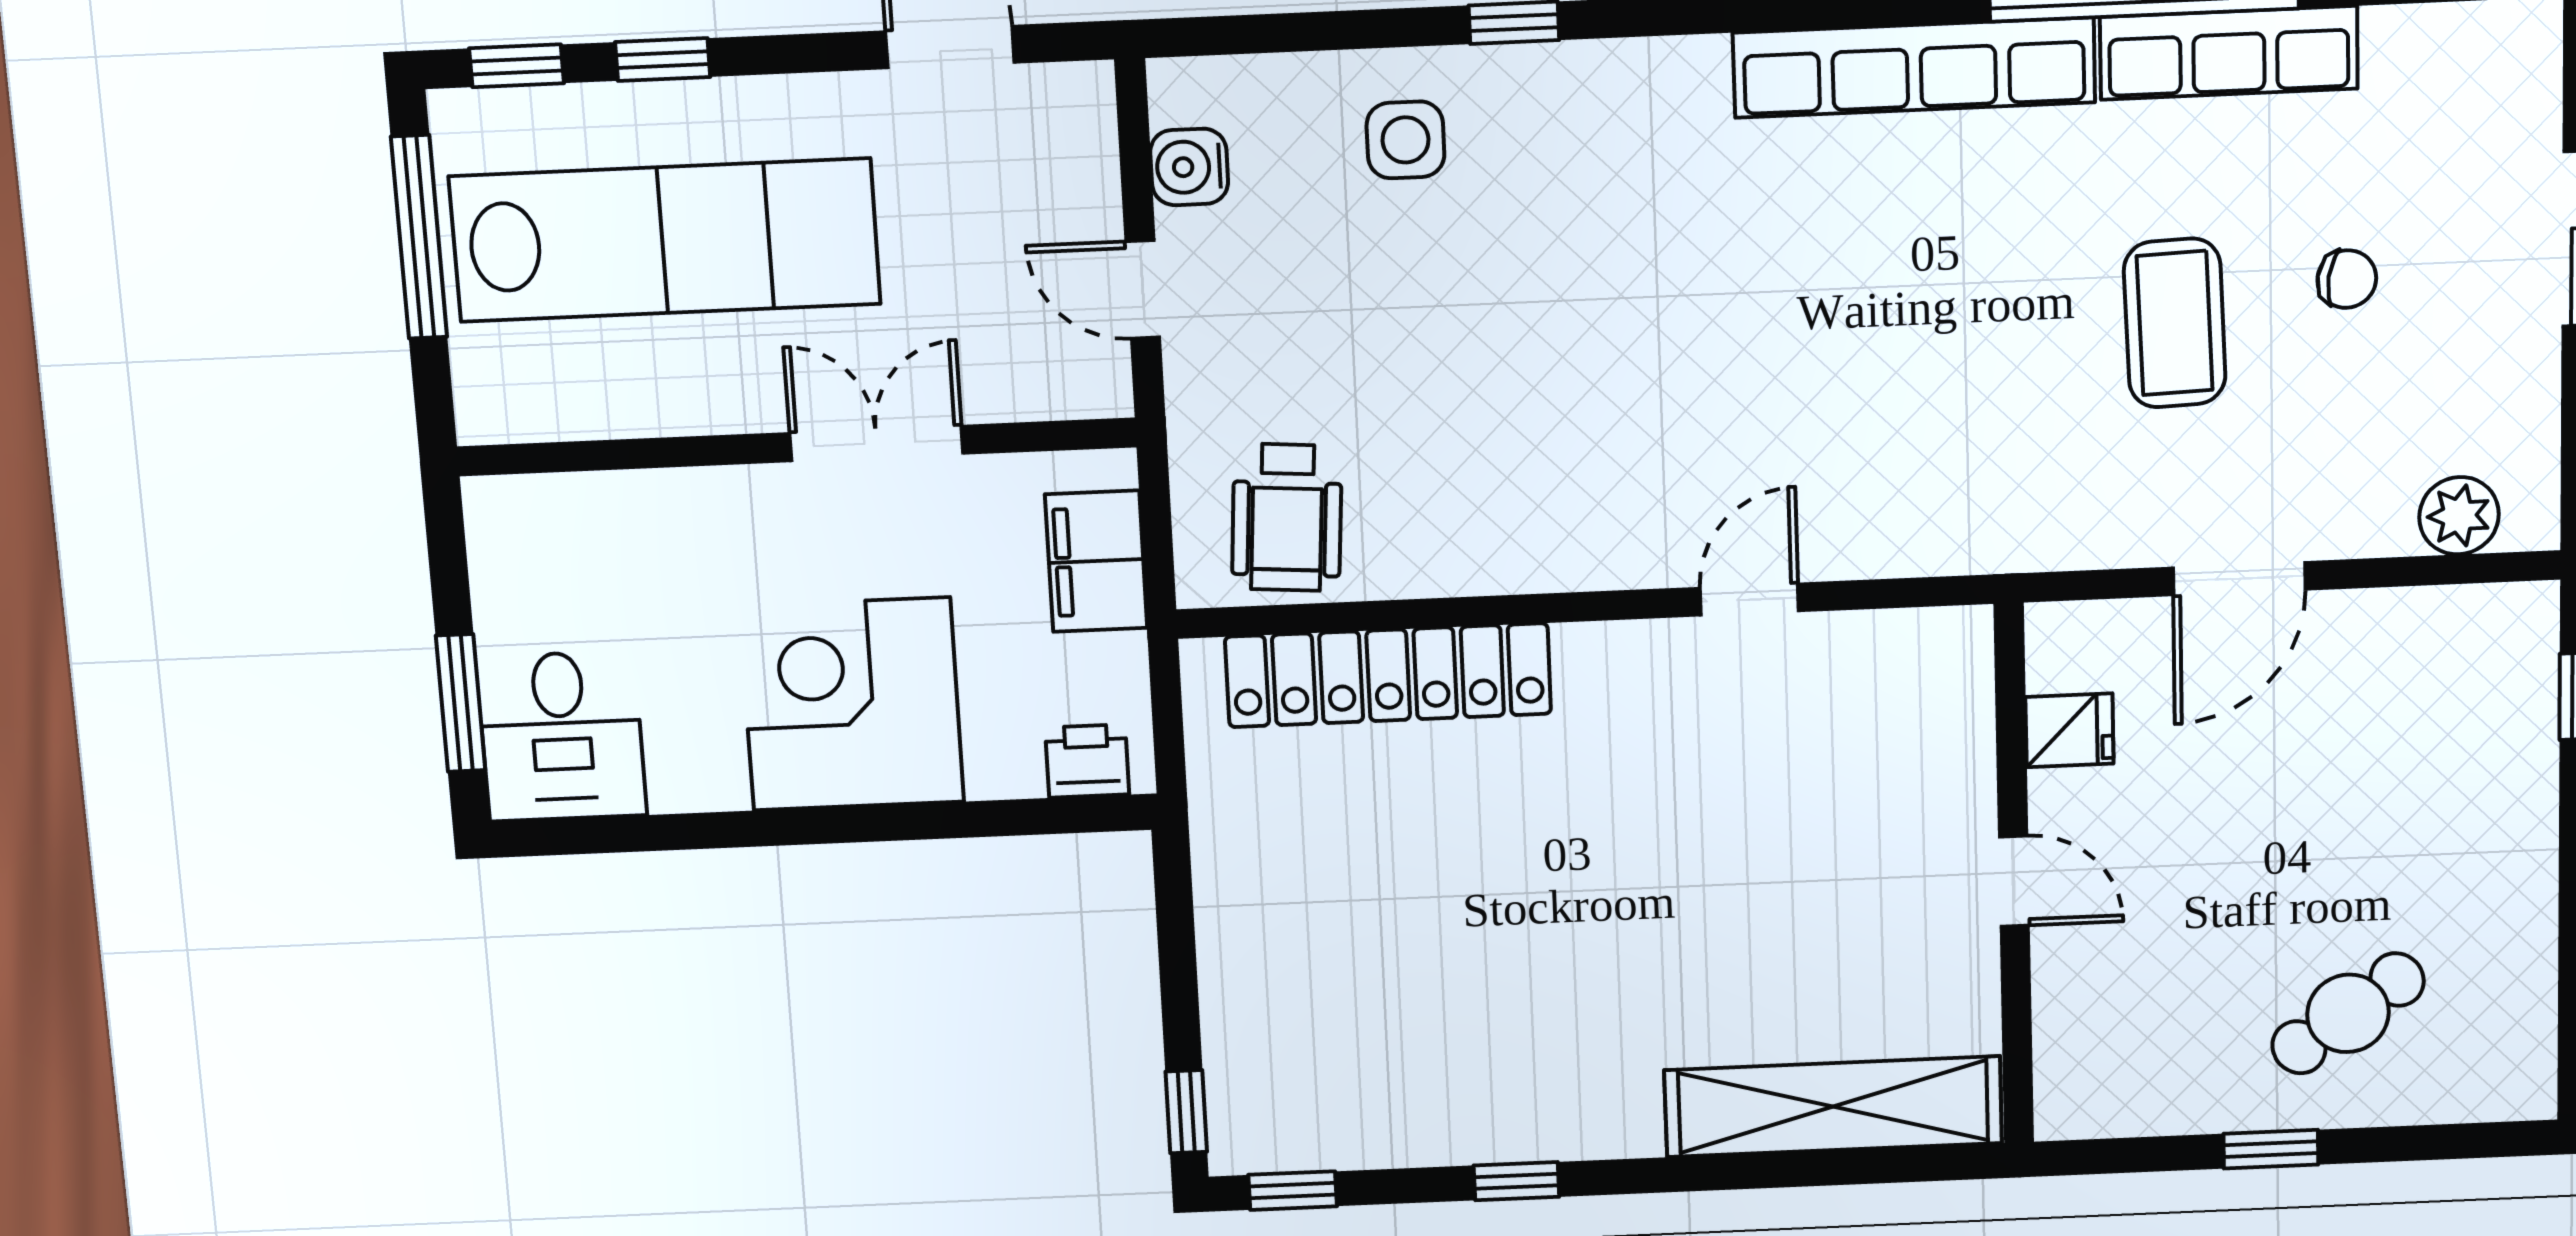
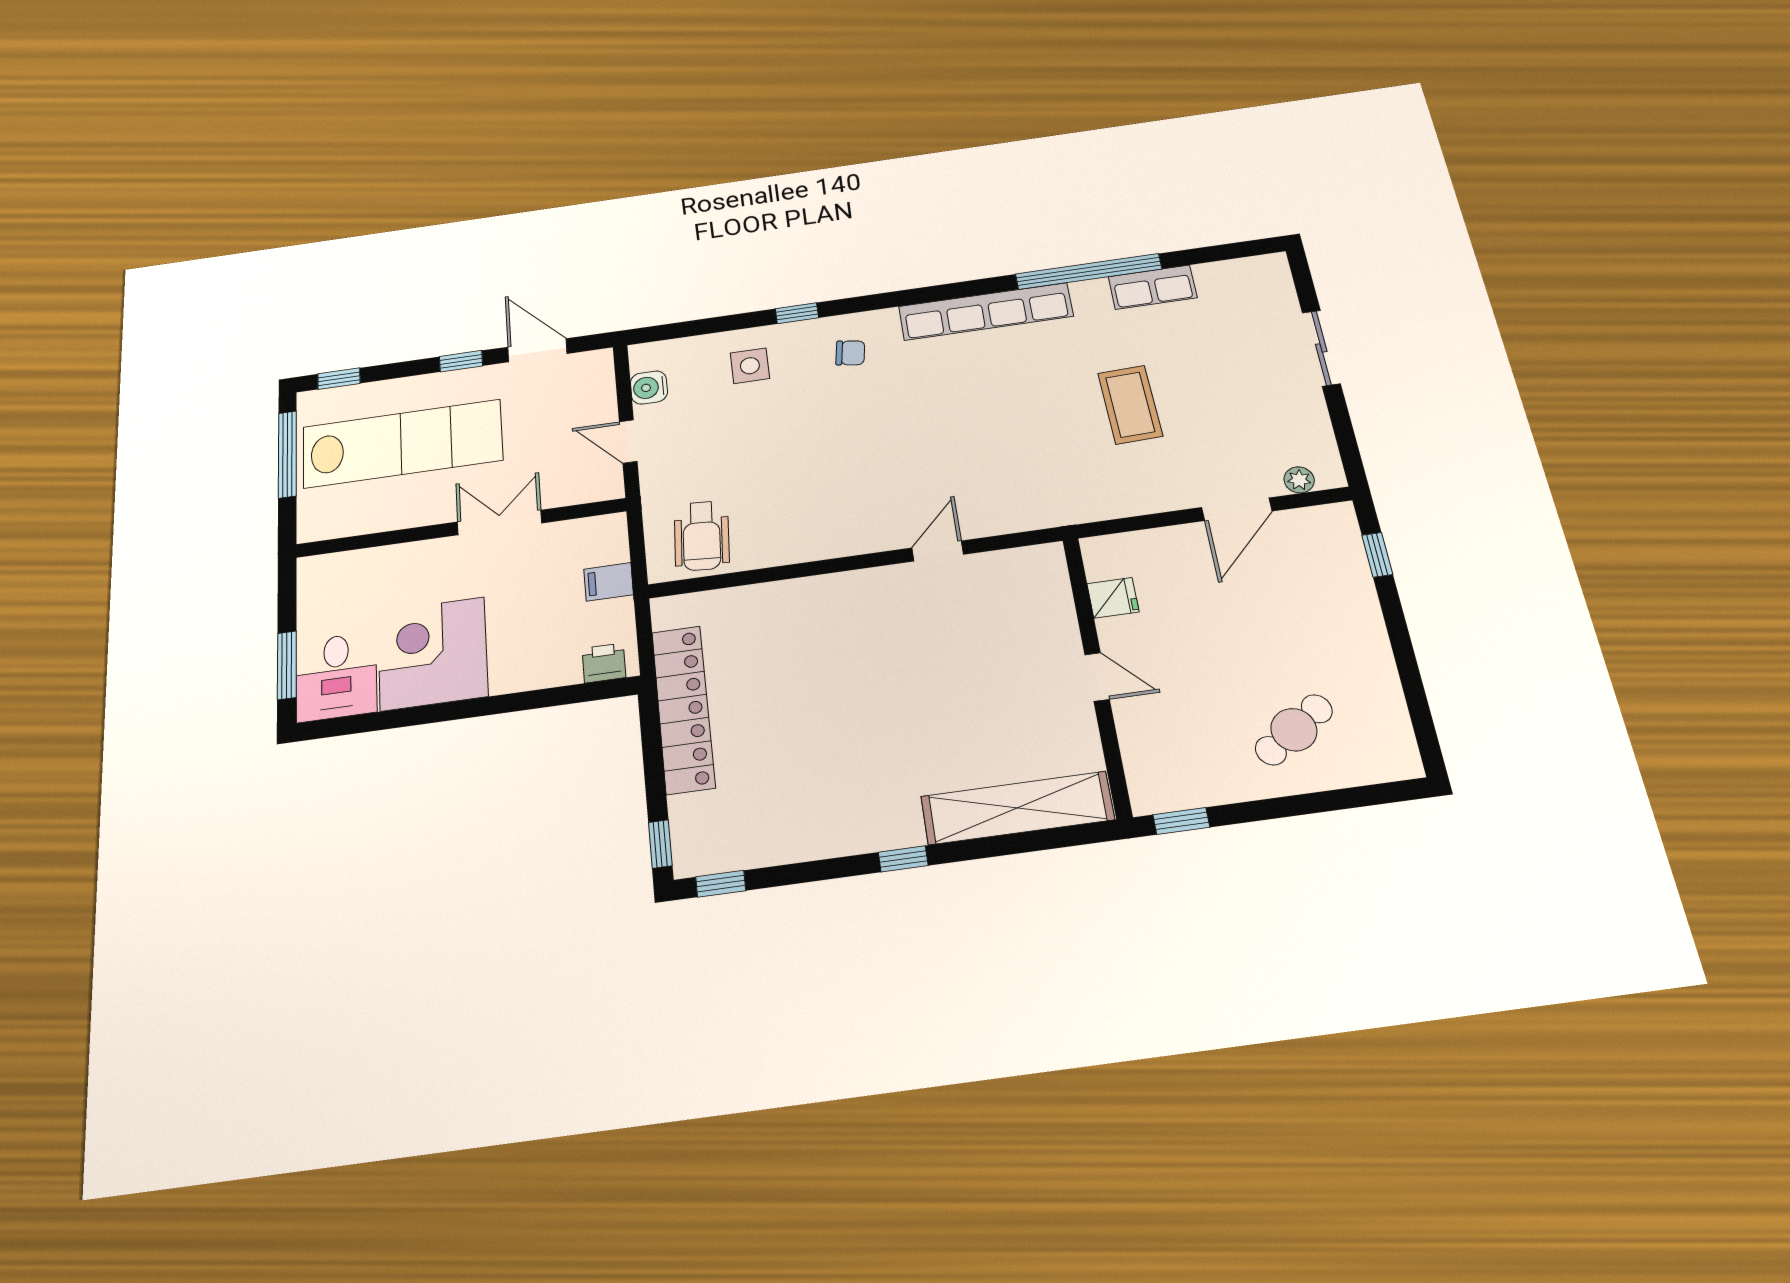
row of seats: (2229, 53) -> (1153, 287), width x0.68
window: (663, 60) -> (461, 361), moved
chair: (2347, 279) -> (850, 353), moved
plant: (2459, 516) -> (1299, 480), width x0.73, depth x0.73
filing cabinet: (1096, 561) -> (609, 582), width x0.50
door: (2239, 579) -> (1237, 509), moved
locker: (1388, 675) -> (683, 709), moved, turned -90
corner desk: (852, 704) -> (433, 654), moved
window: (2271, 1149) -> (1181, 821), moved
window: (1516, 1181) -> (903, 859), moved

